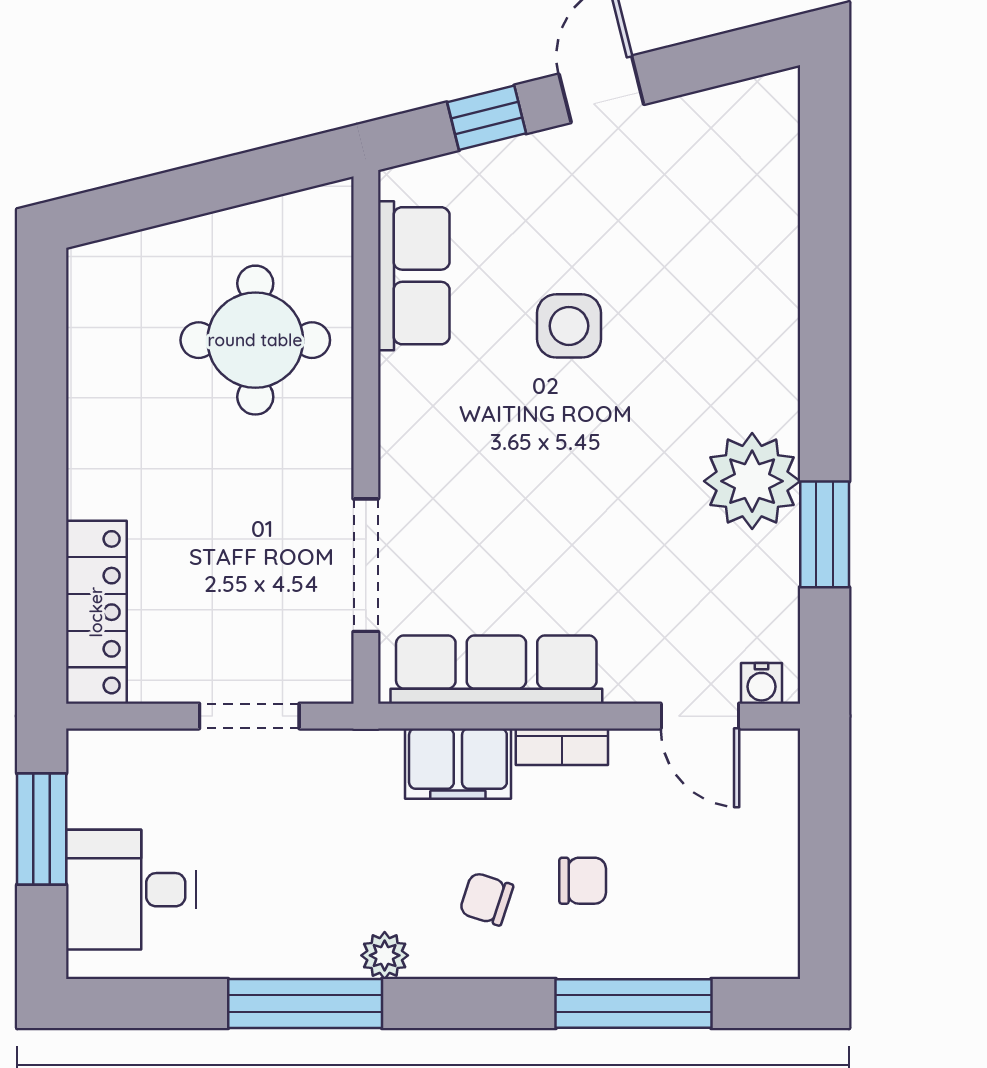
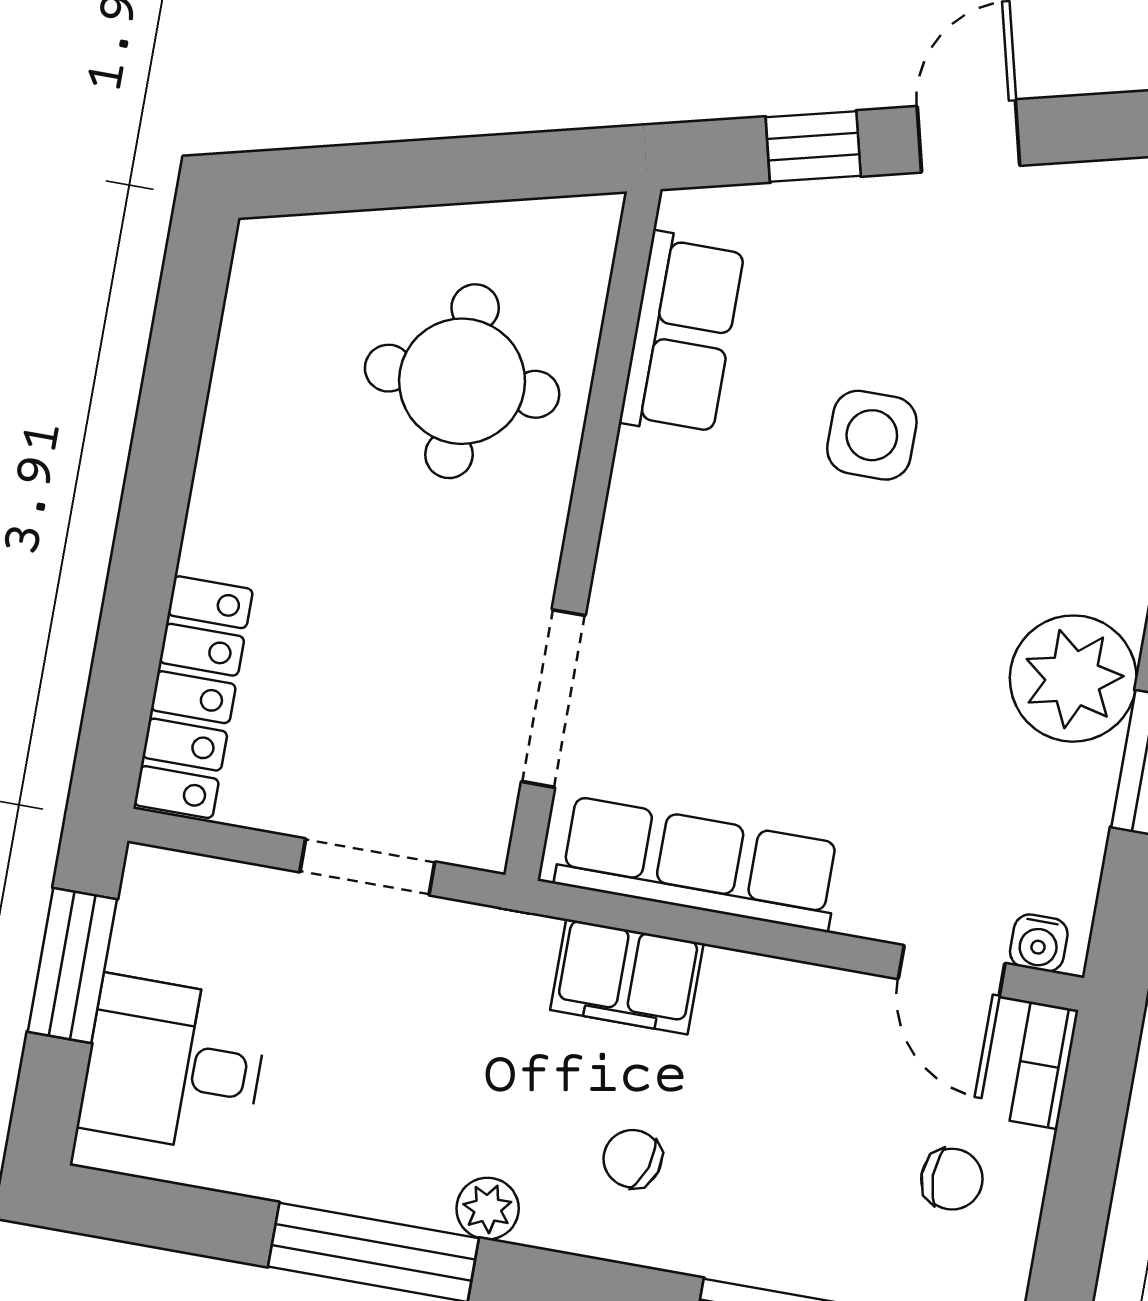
bookcase: (562, 747) -> (1044, 1065), moved, turned 90
chair: (583, 881) -> (952, 1179), moved

